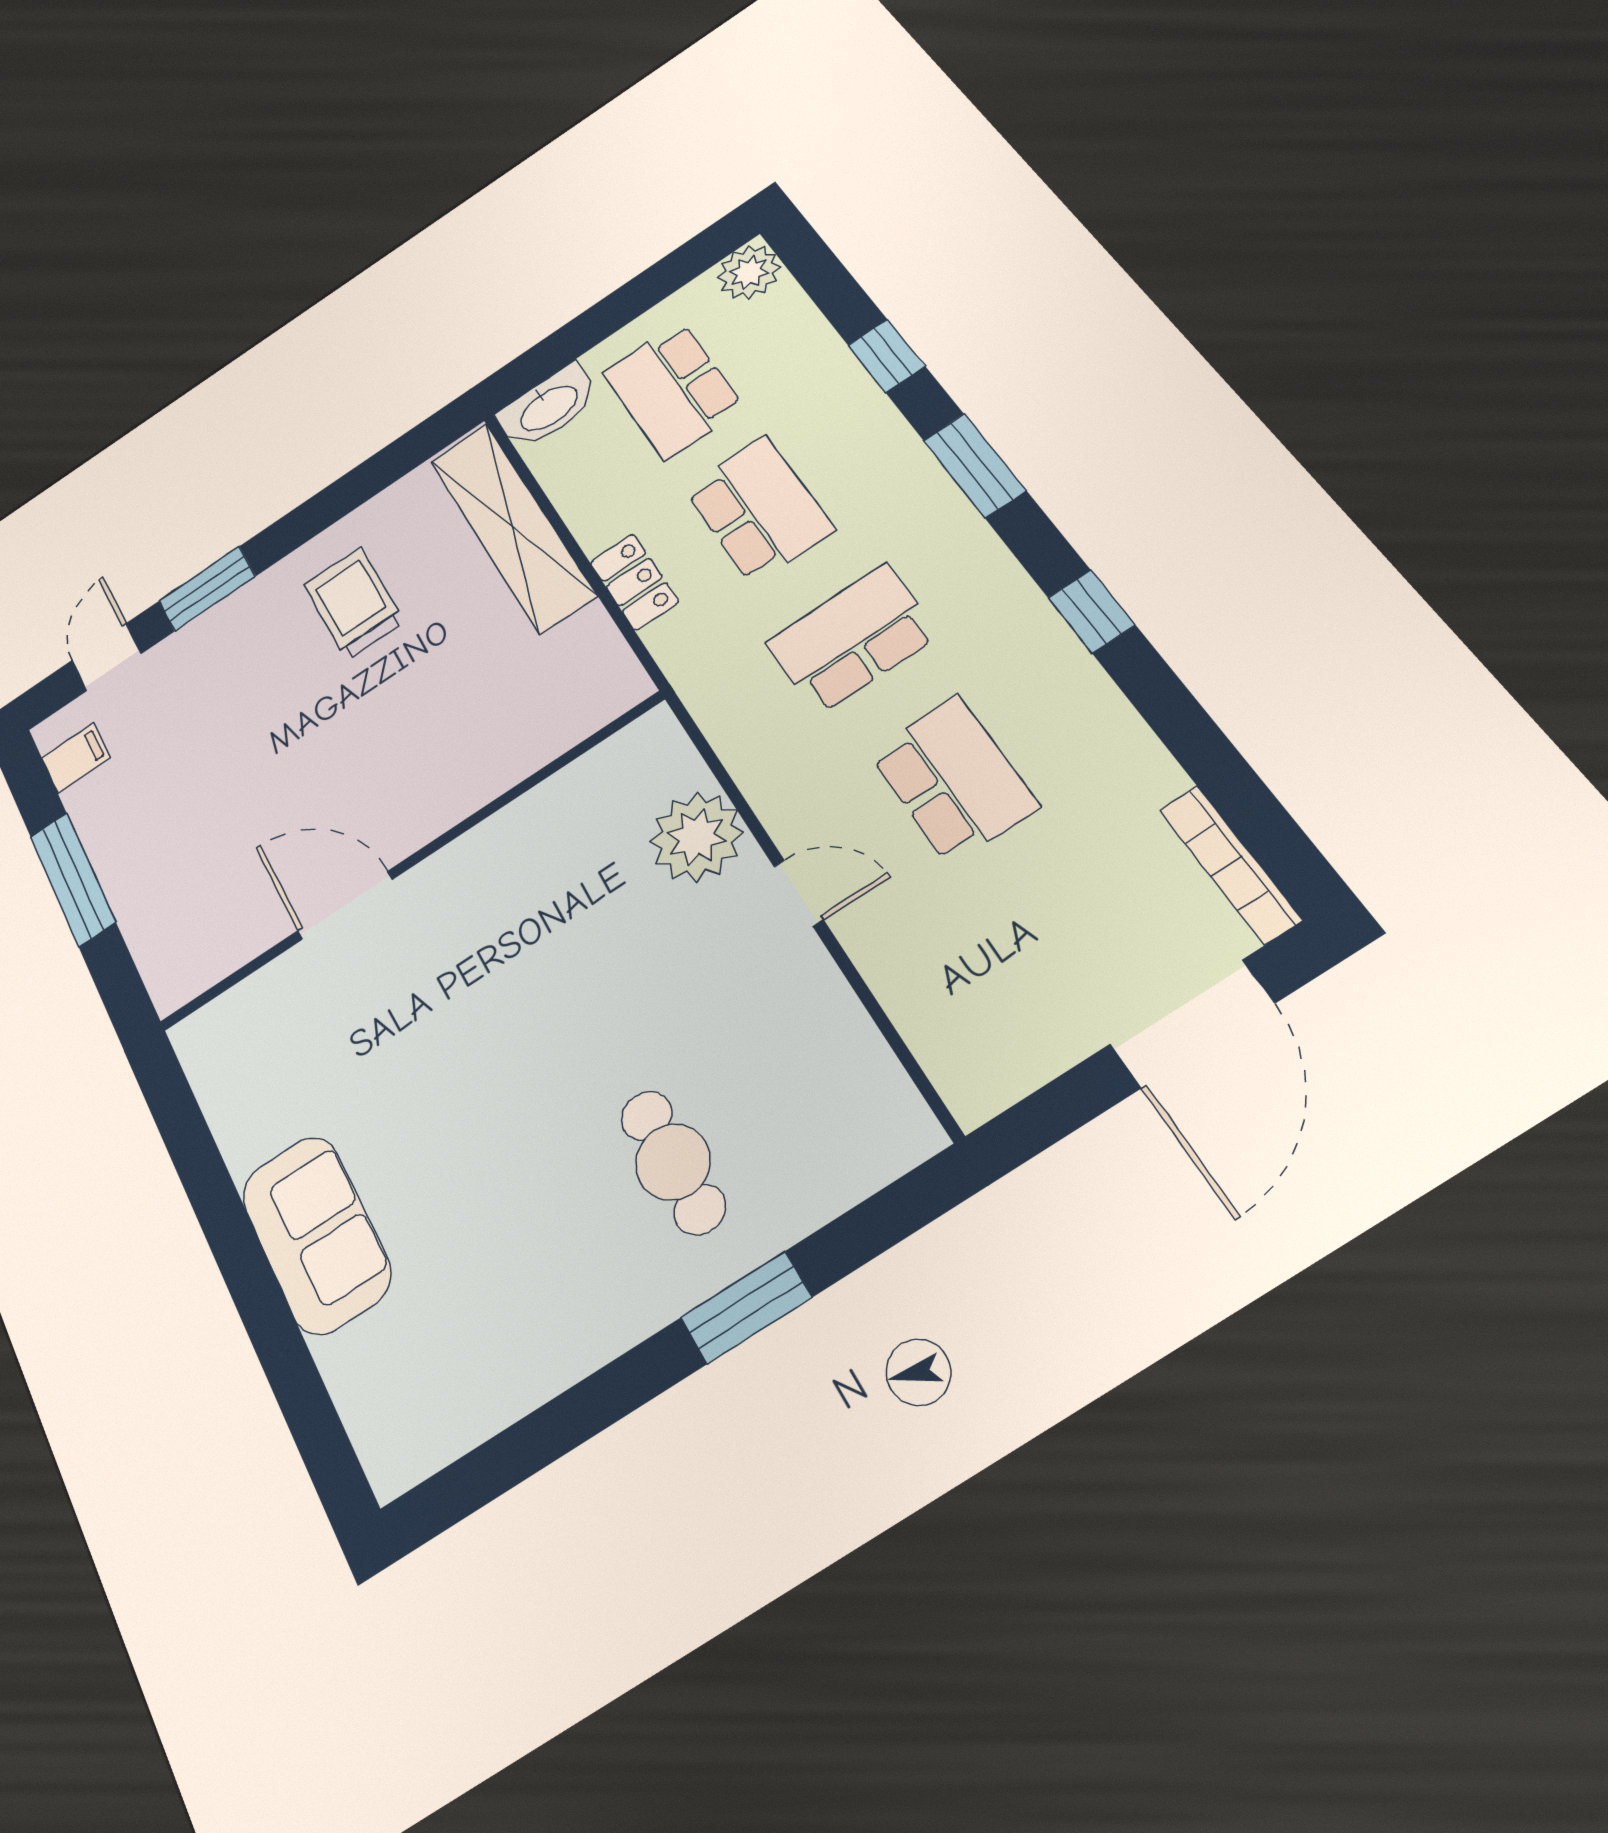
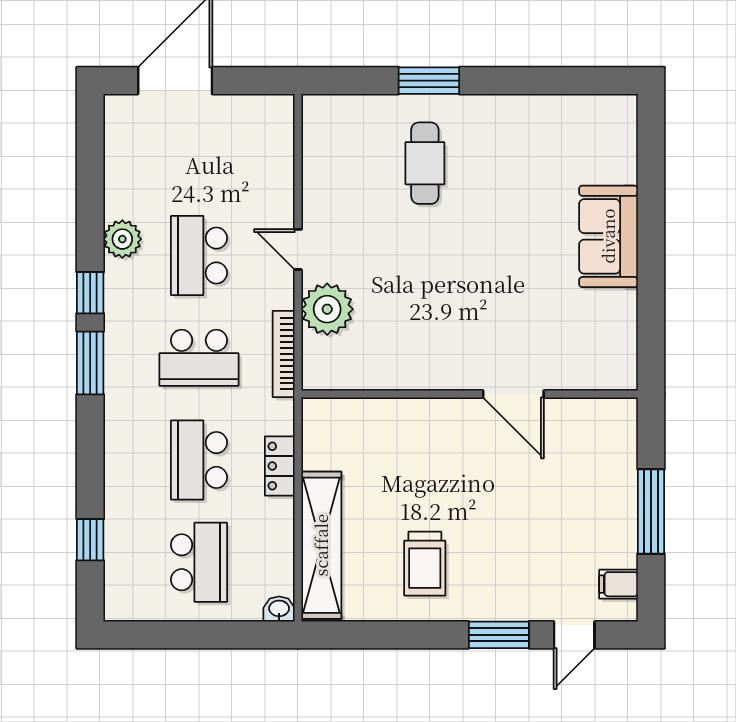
plant: (749, 272) -> (122, 239), moved
window: (886, 356) -> (90, 540), moved
washbasin: (548, 407) -> (279, 609), width x0.52, depth x0.69
window: (974, 465) -> (90, 363), moved
bookcase: (1230, 864) -> (284, 354), moved, turned 180

